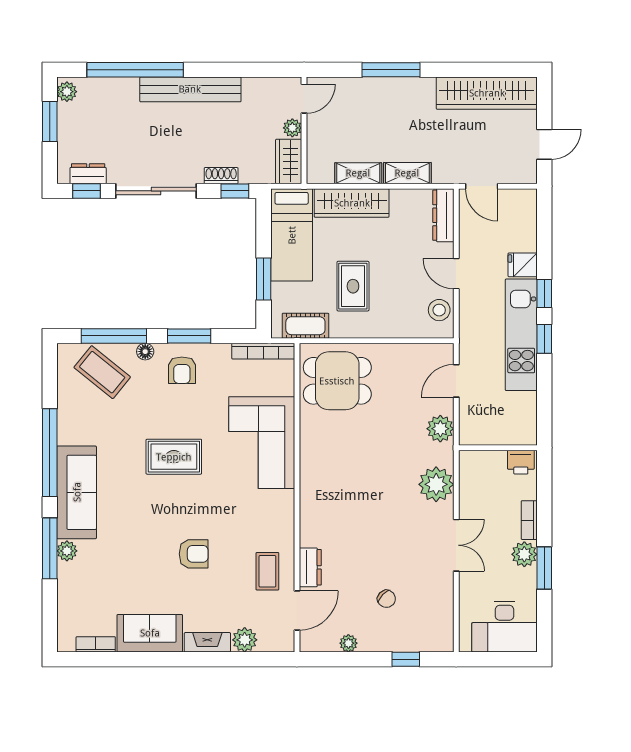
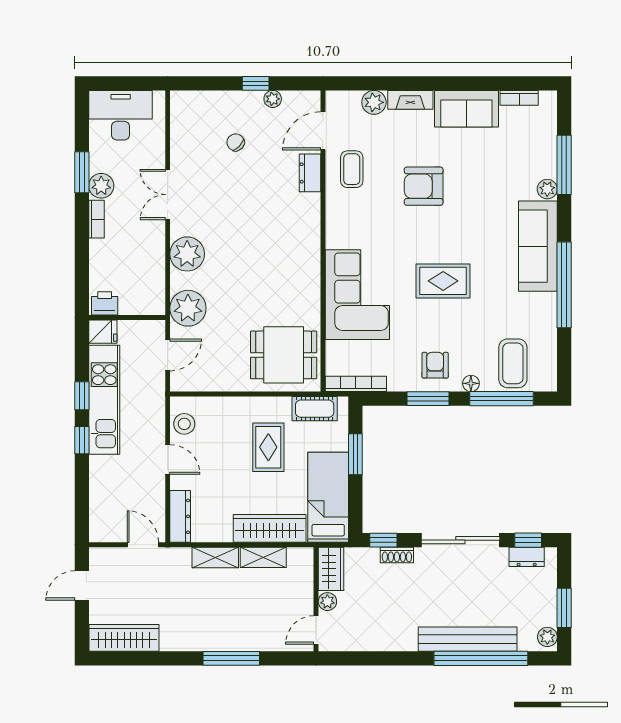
bench: (190, 89) -> (468, 639), moved
wardrobe: (487, 93) -> (124, 638), width x0.71, depth x0.85
fridge: (523, 265) -> (103, 332), moved
coffee table: (102, 372) -> (513, 363), turned 51
plant: (440, 429) -> (188, 308), width x1.36, depth x1.36
wall: (498, 448) -> (127, 317), moved
printer: (521, 462) -> (105, 303), moved
window: (50, 548) -> (564, 165), moved
armchair: (194, 554) -> (424, 186), width x1.38, depth x1.38
window: (406, 659) -> (256, 83), moved

